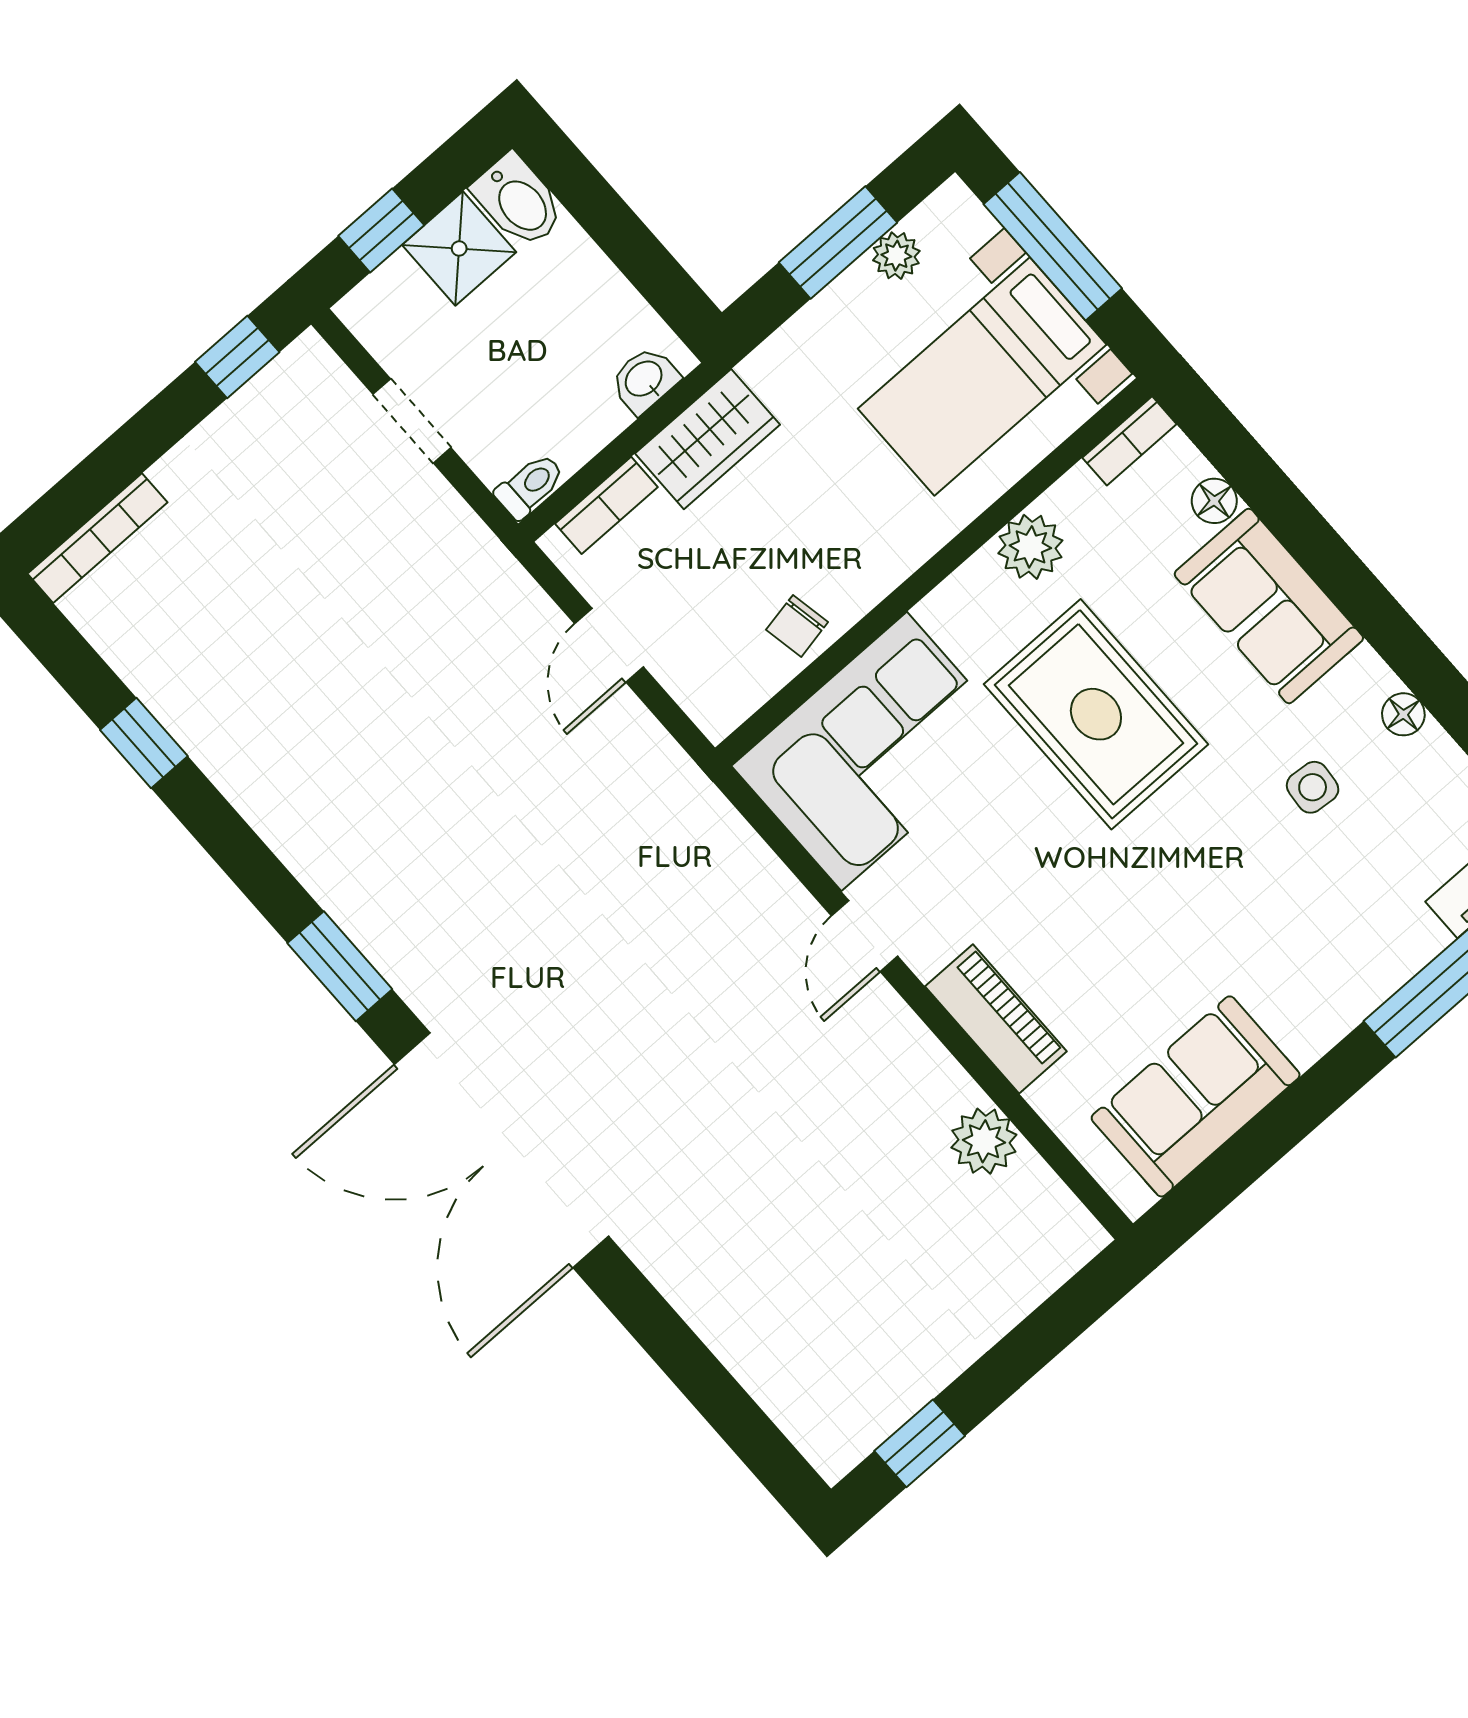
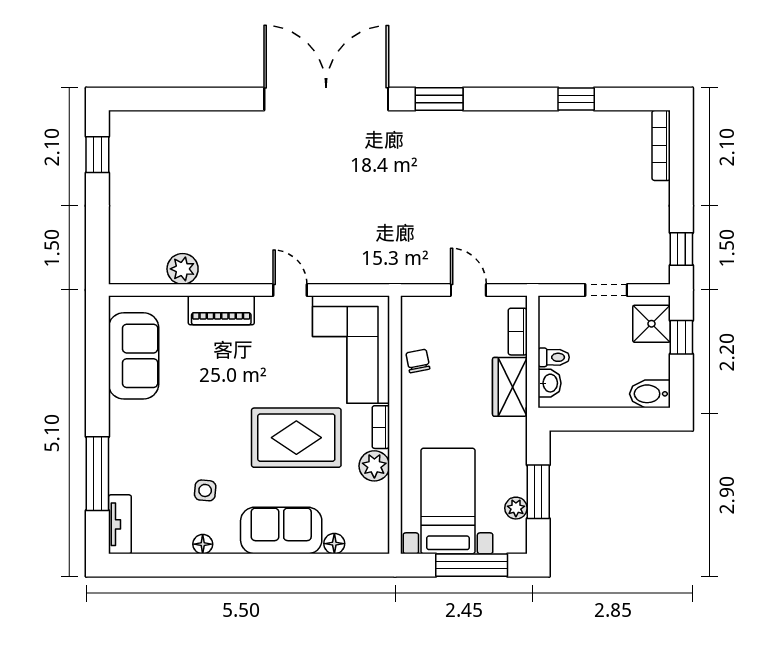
shower: (459, 248) -> (651, 324), moved
bookcase: (1129, 441) -> (381, 427), moved
toilet: (530, 486) -> (554, 357), moved, turned -90

